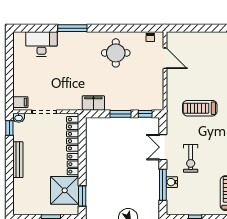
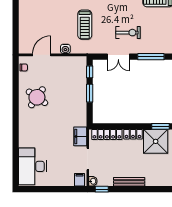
window: (72, 28) -> (16, 135), removed
desk: (41, 44) -> (32, 166), width x1.36, depth x1.30
round table: (116, 53) -> (37, 97), turned 35
filing cabinet: (93, 103) -> (80, 136), moved
water cooler: (172, 182) -> (65, 49), moved

